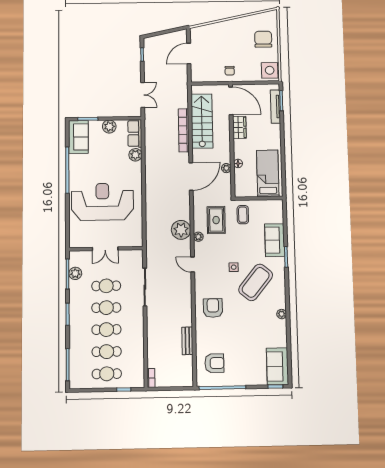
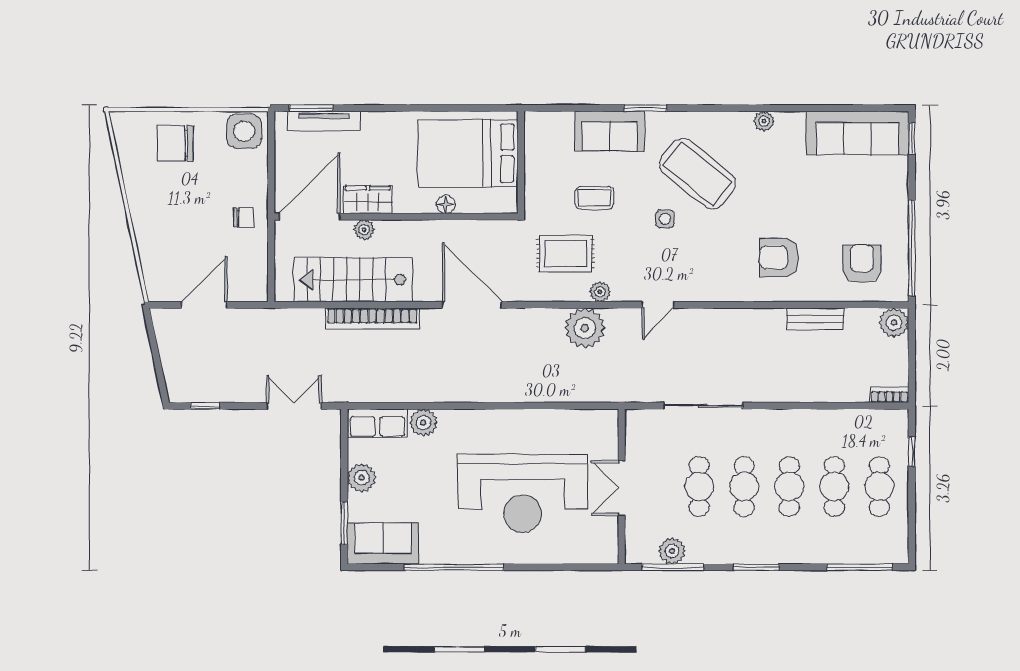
door: (189, 53) -> (204, 305), swing flipped
plant: (226, 168) -> (364, 230), moved
bed: (268, 173) -> (468, 153), width x1.50
reception desk: (102, 202) -> (523, 493), turned -90
coffee table: (243, 215) -> (595, 198), moved
double door: (105, 249) -> (622, 488), swing flipped
armchair: (213, 308) -> (779, 258), moved
sofa: (277, 366) -> (857, 133), width x1.36
plant: (186, 379) -> (894, 323), added

